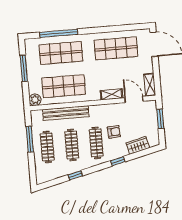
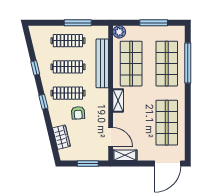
shelving: (112, 94) -> (118, 100), moved
door: (134, 99) -> (111, 137), hinge flipped
window: (118, 161) -> (43, 102), moved

